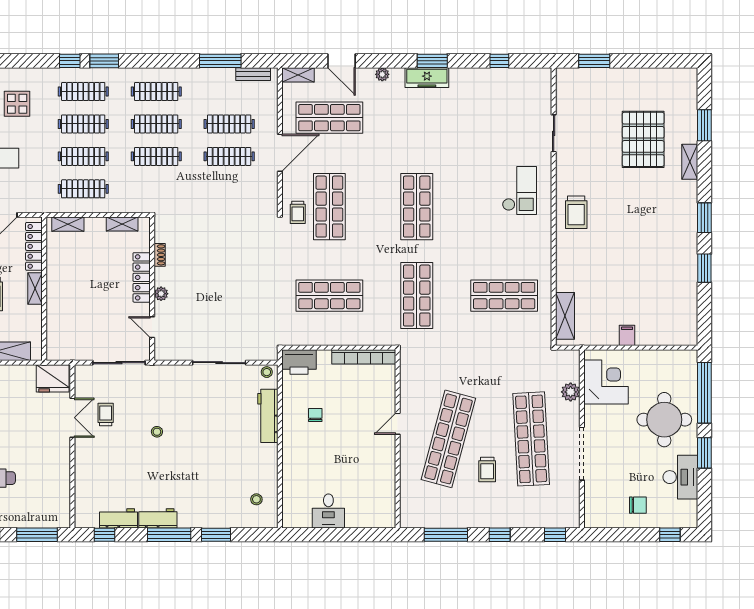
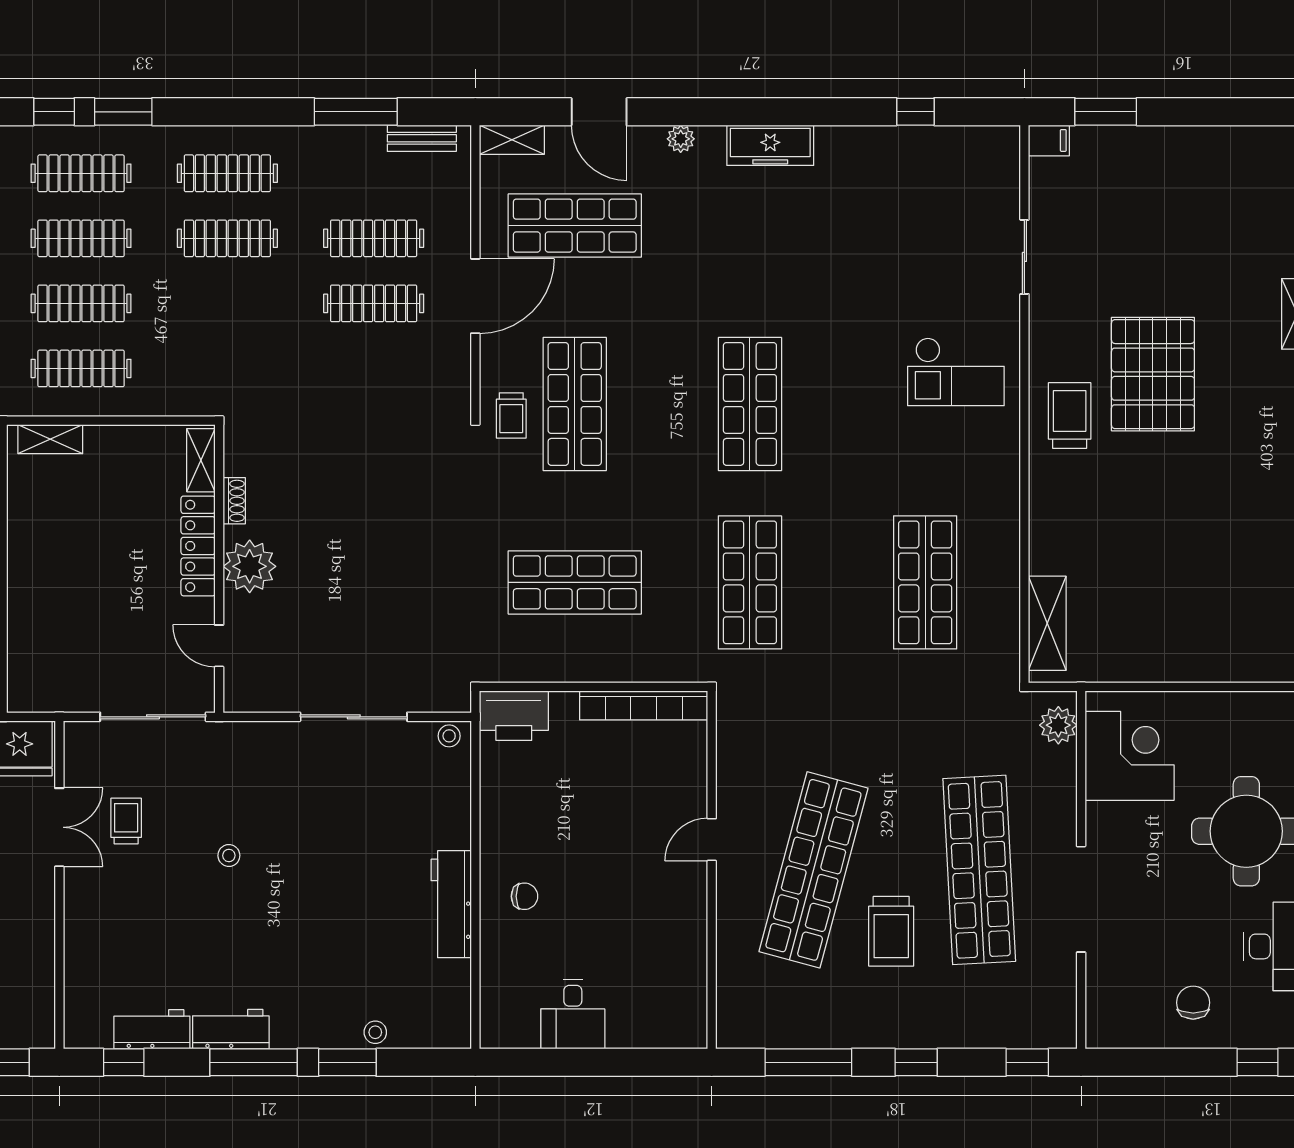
window: (432, 61) -> (781, 112), removed
pallet: (643, 139) -> (1153, 374), moved
clothes rail: (156, 156) -> (227, 303), removed
checkout: (519, 190) -> (956, 372), turned 90
trolley: (576, 212) -> (1070, 416), turned 180
shelving: (122, 224) -> (201, 460), moved, turned 90
plant: (161, 294) -> (250, 566), width x1.88, depth x1.88
shop shelf: (504, 296) -> (925, 582), turned 90
filing cabinet: (627, 335) -> (1049, 140), moved, turned 90
plant: (571, 392) -> (1058, 725), moved
chair: (315, 415) -> (524, 896), moved, turned 90
workbench: (268, 416) -> (451, 904), moved
trolley: (487, 470) -> (891, 931), width x1.36, depth x1.39
stool: (256, 499) -> (375, 1032), moved
chair: (638, 505) -> (1193, 1003), turned -90

